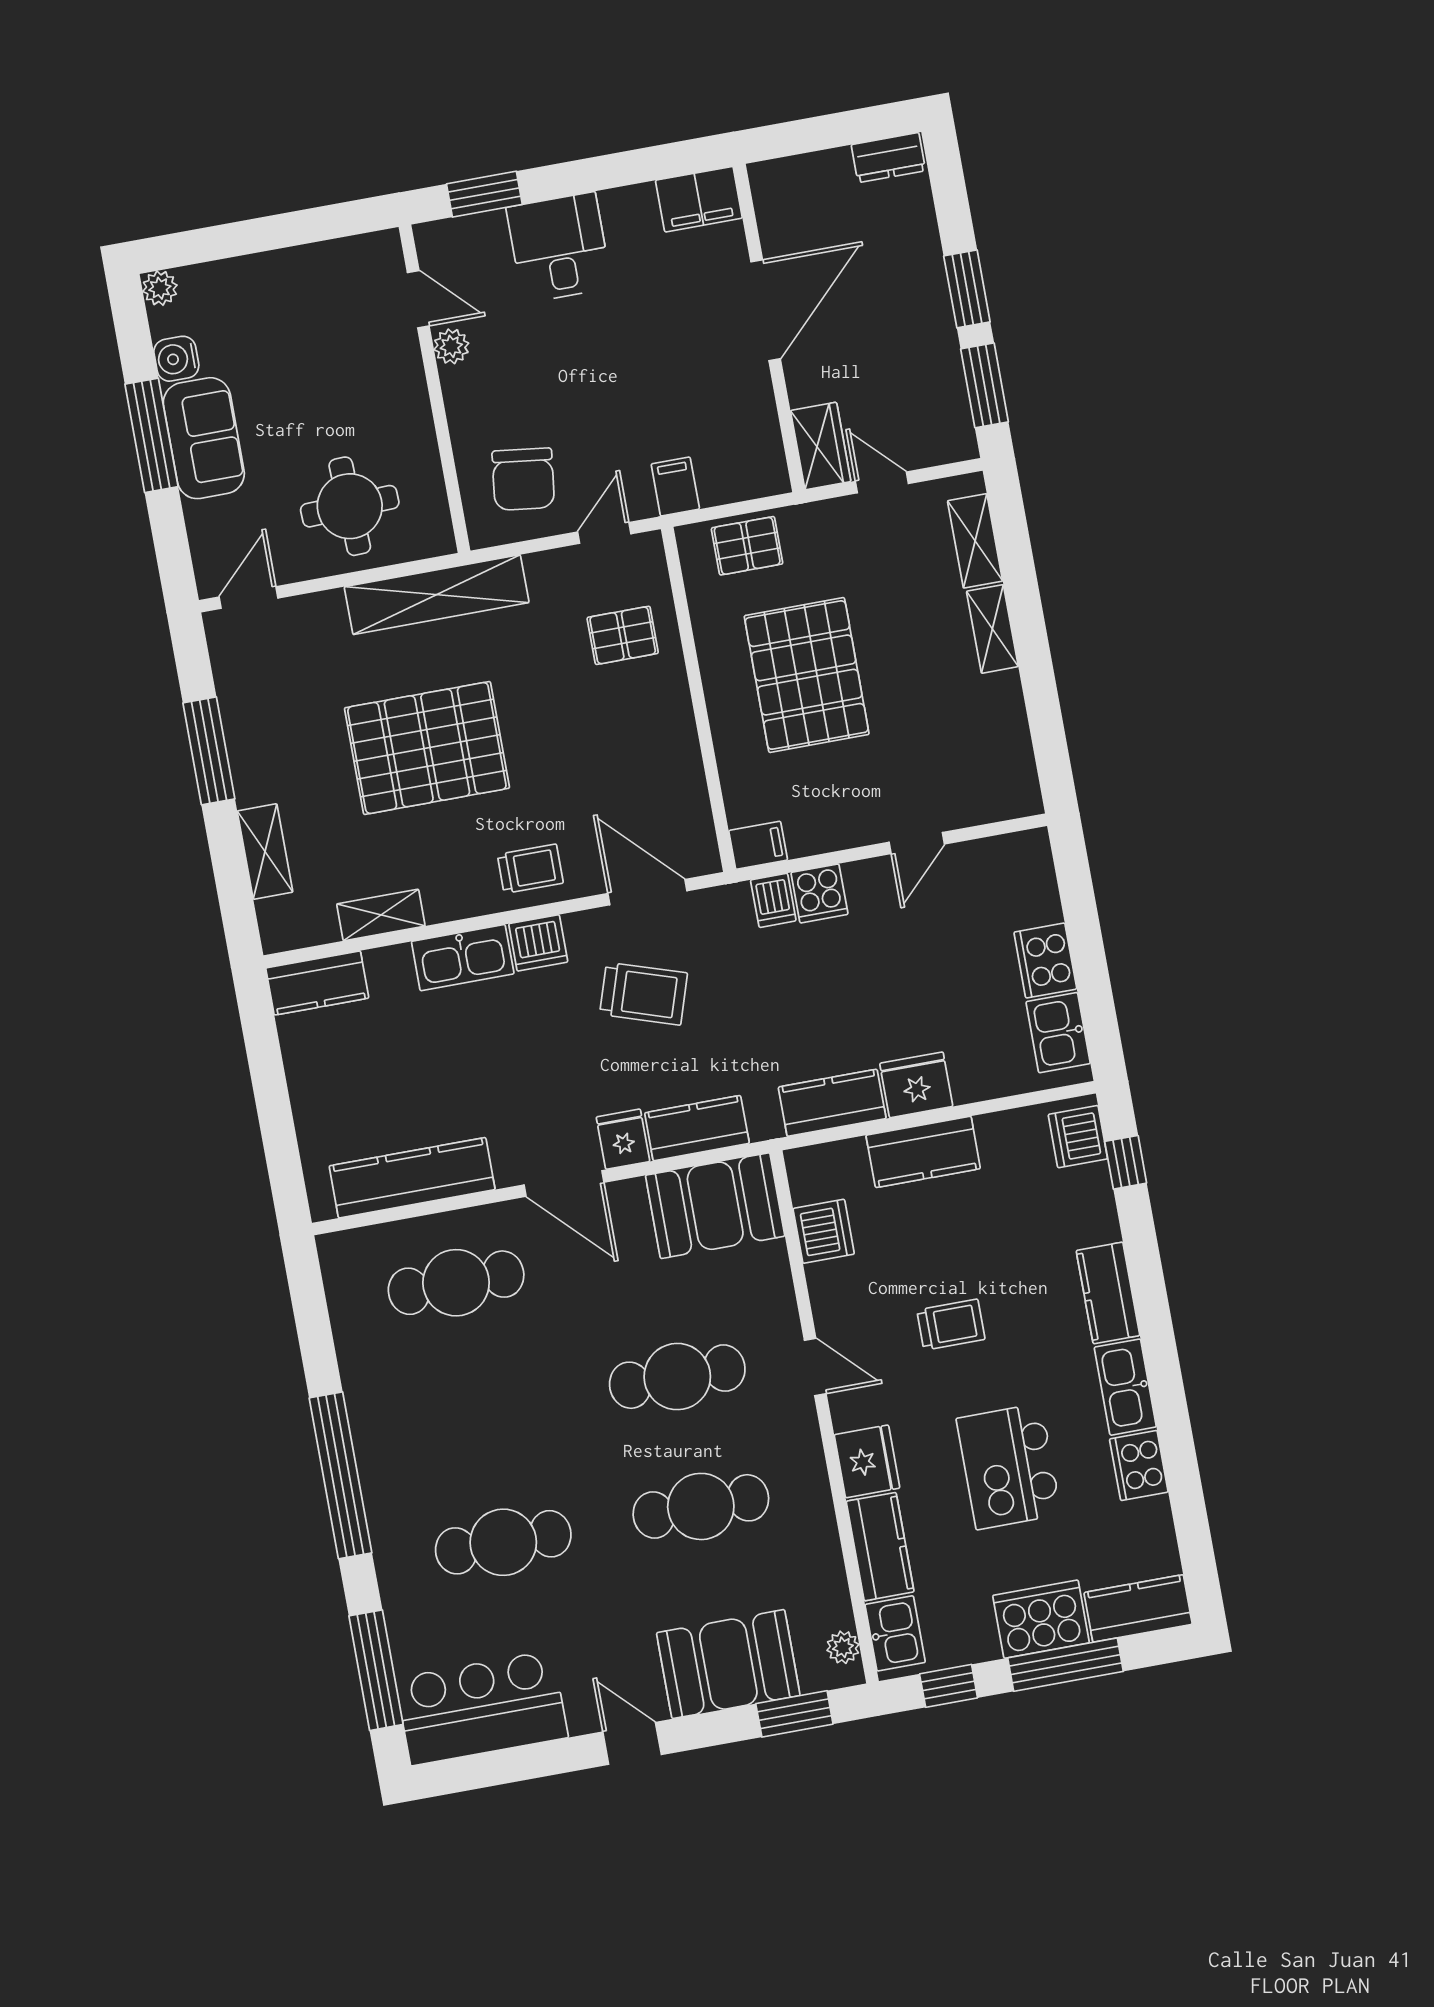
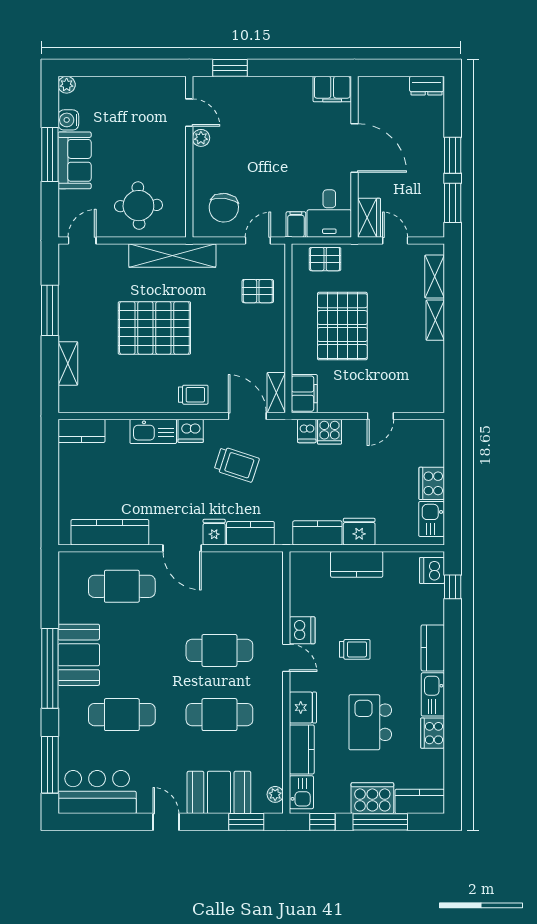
desk: (559, 248) -> (329, 214), moved, turned 180
door: (766, 310) -> (354, 148), hinge flipped
filing cabinet: (758, 845) -> (304, 394), width x2.00
shelving: (381, 915) -> (276, 393), moved, turned 90
booth: (715, 1206) -> (79, 655), moved, turned 90
dishwasher: (824, 1231) -> (302, 630), moved

